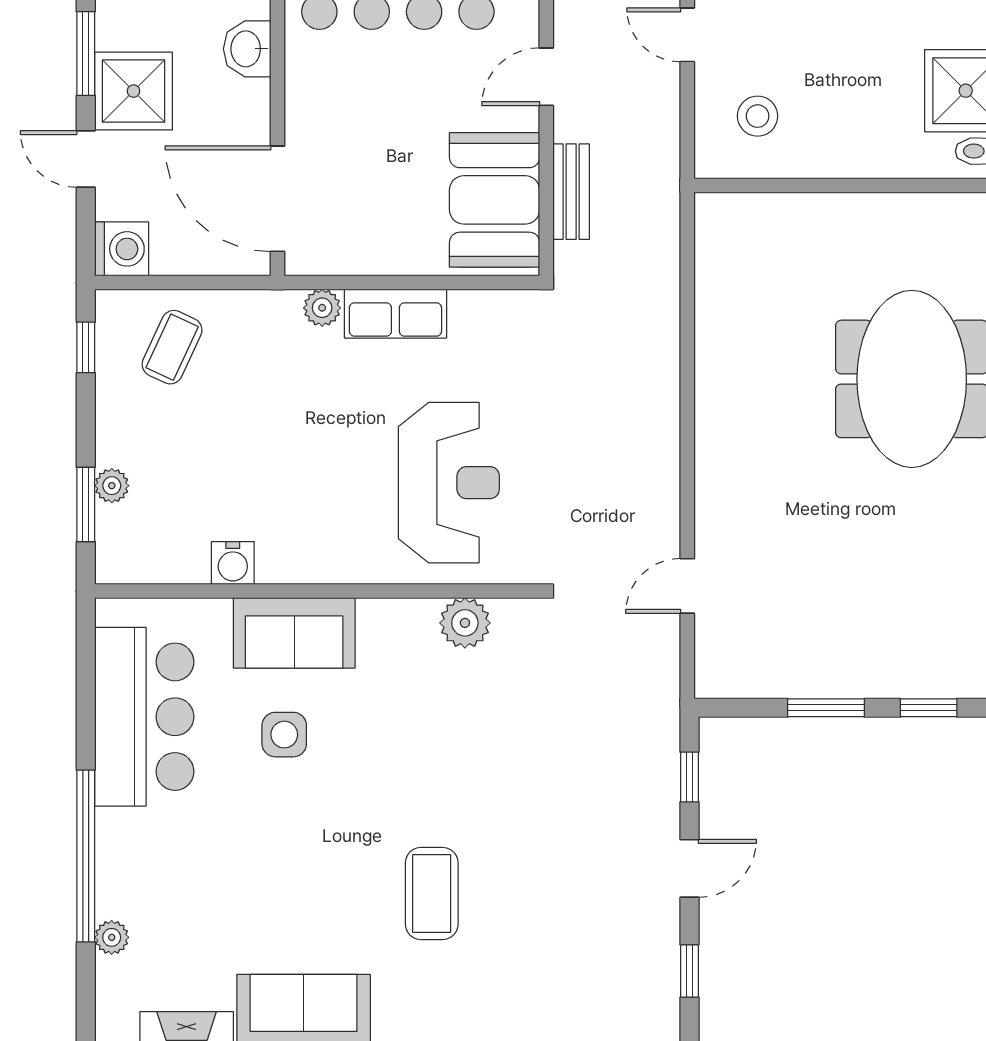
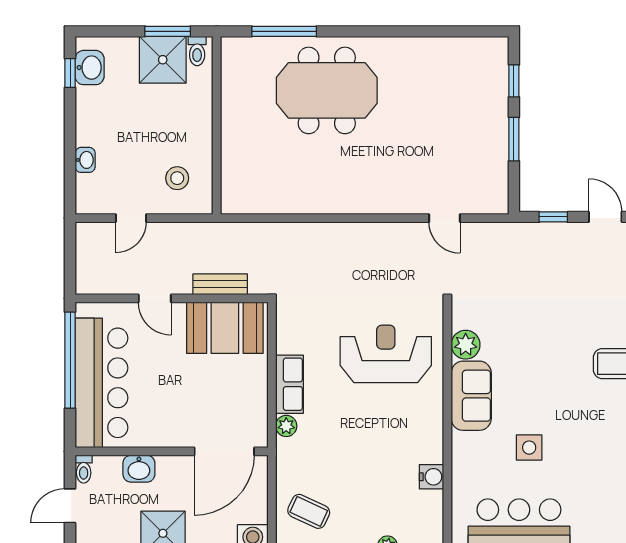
sofa: (294, 633) -> (471, 396), moved

